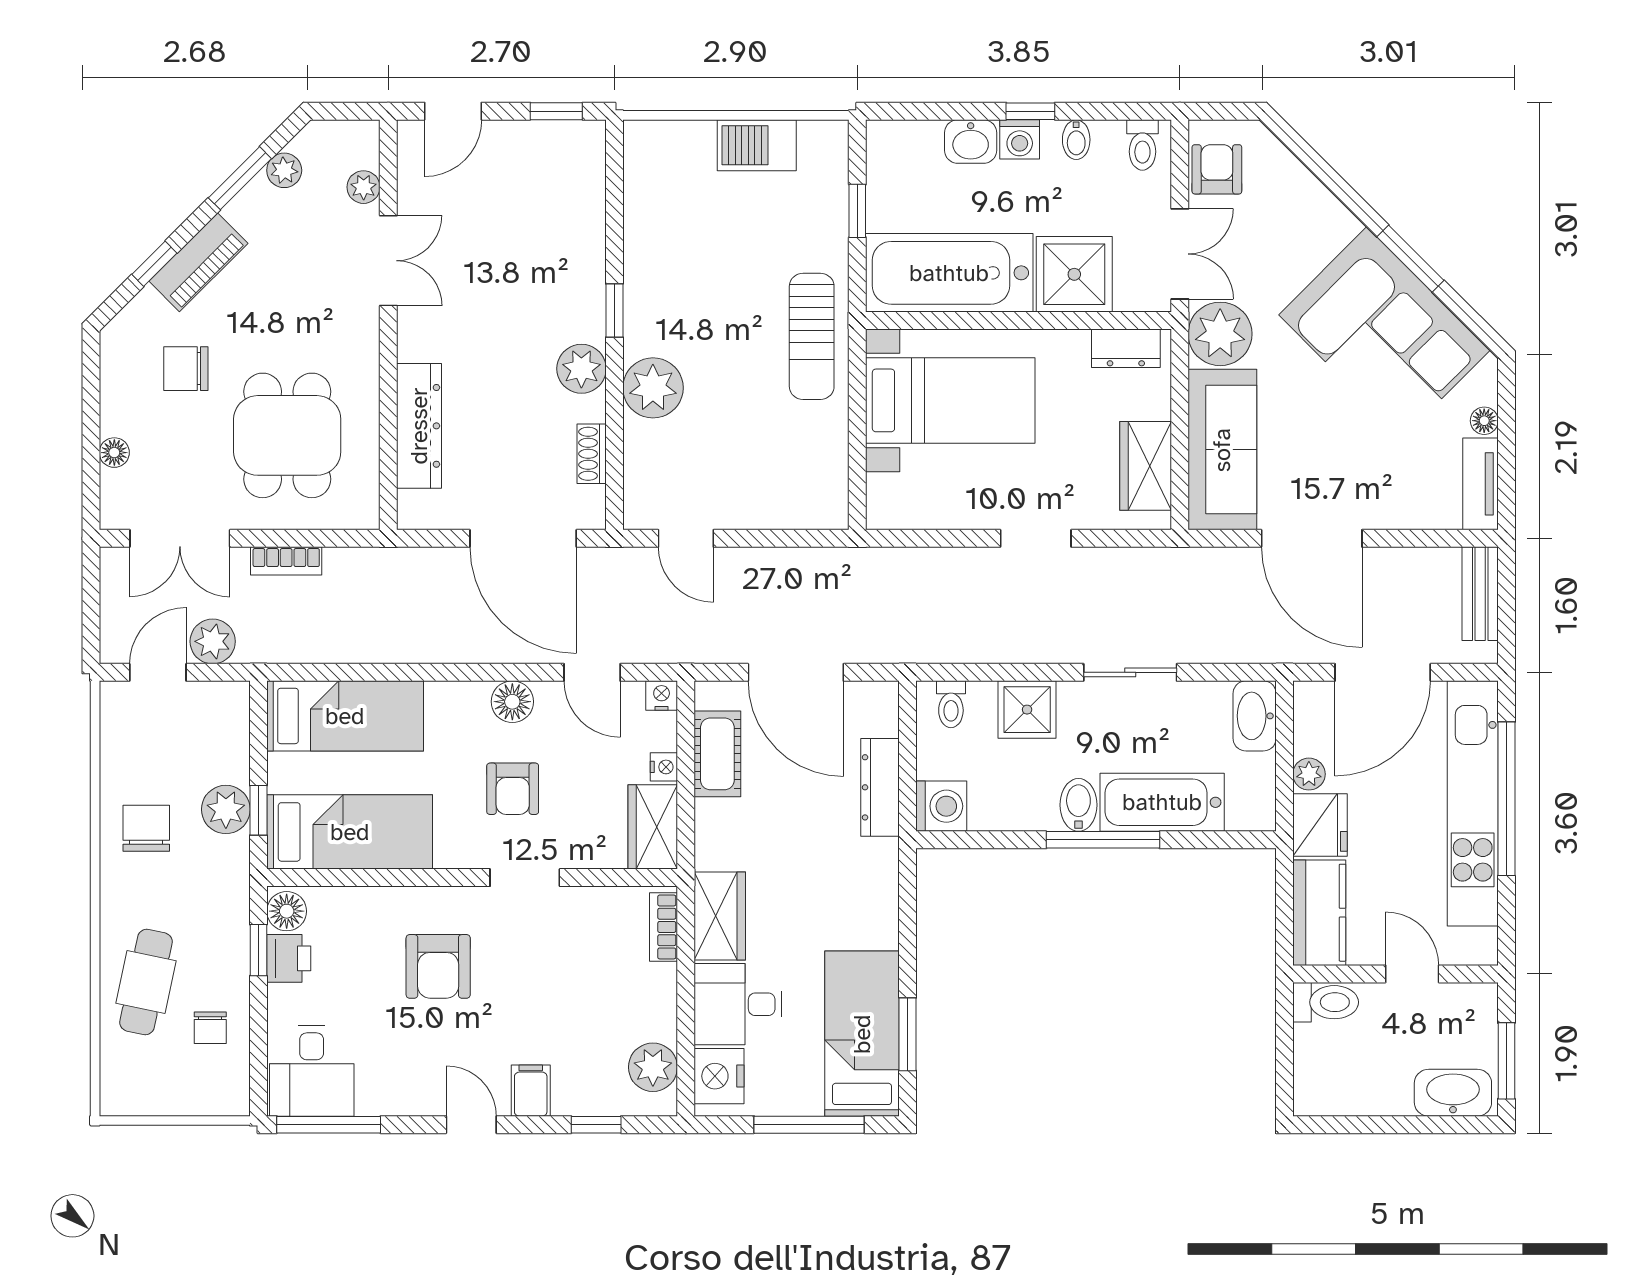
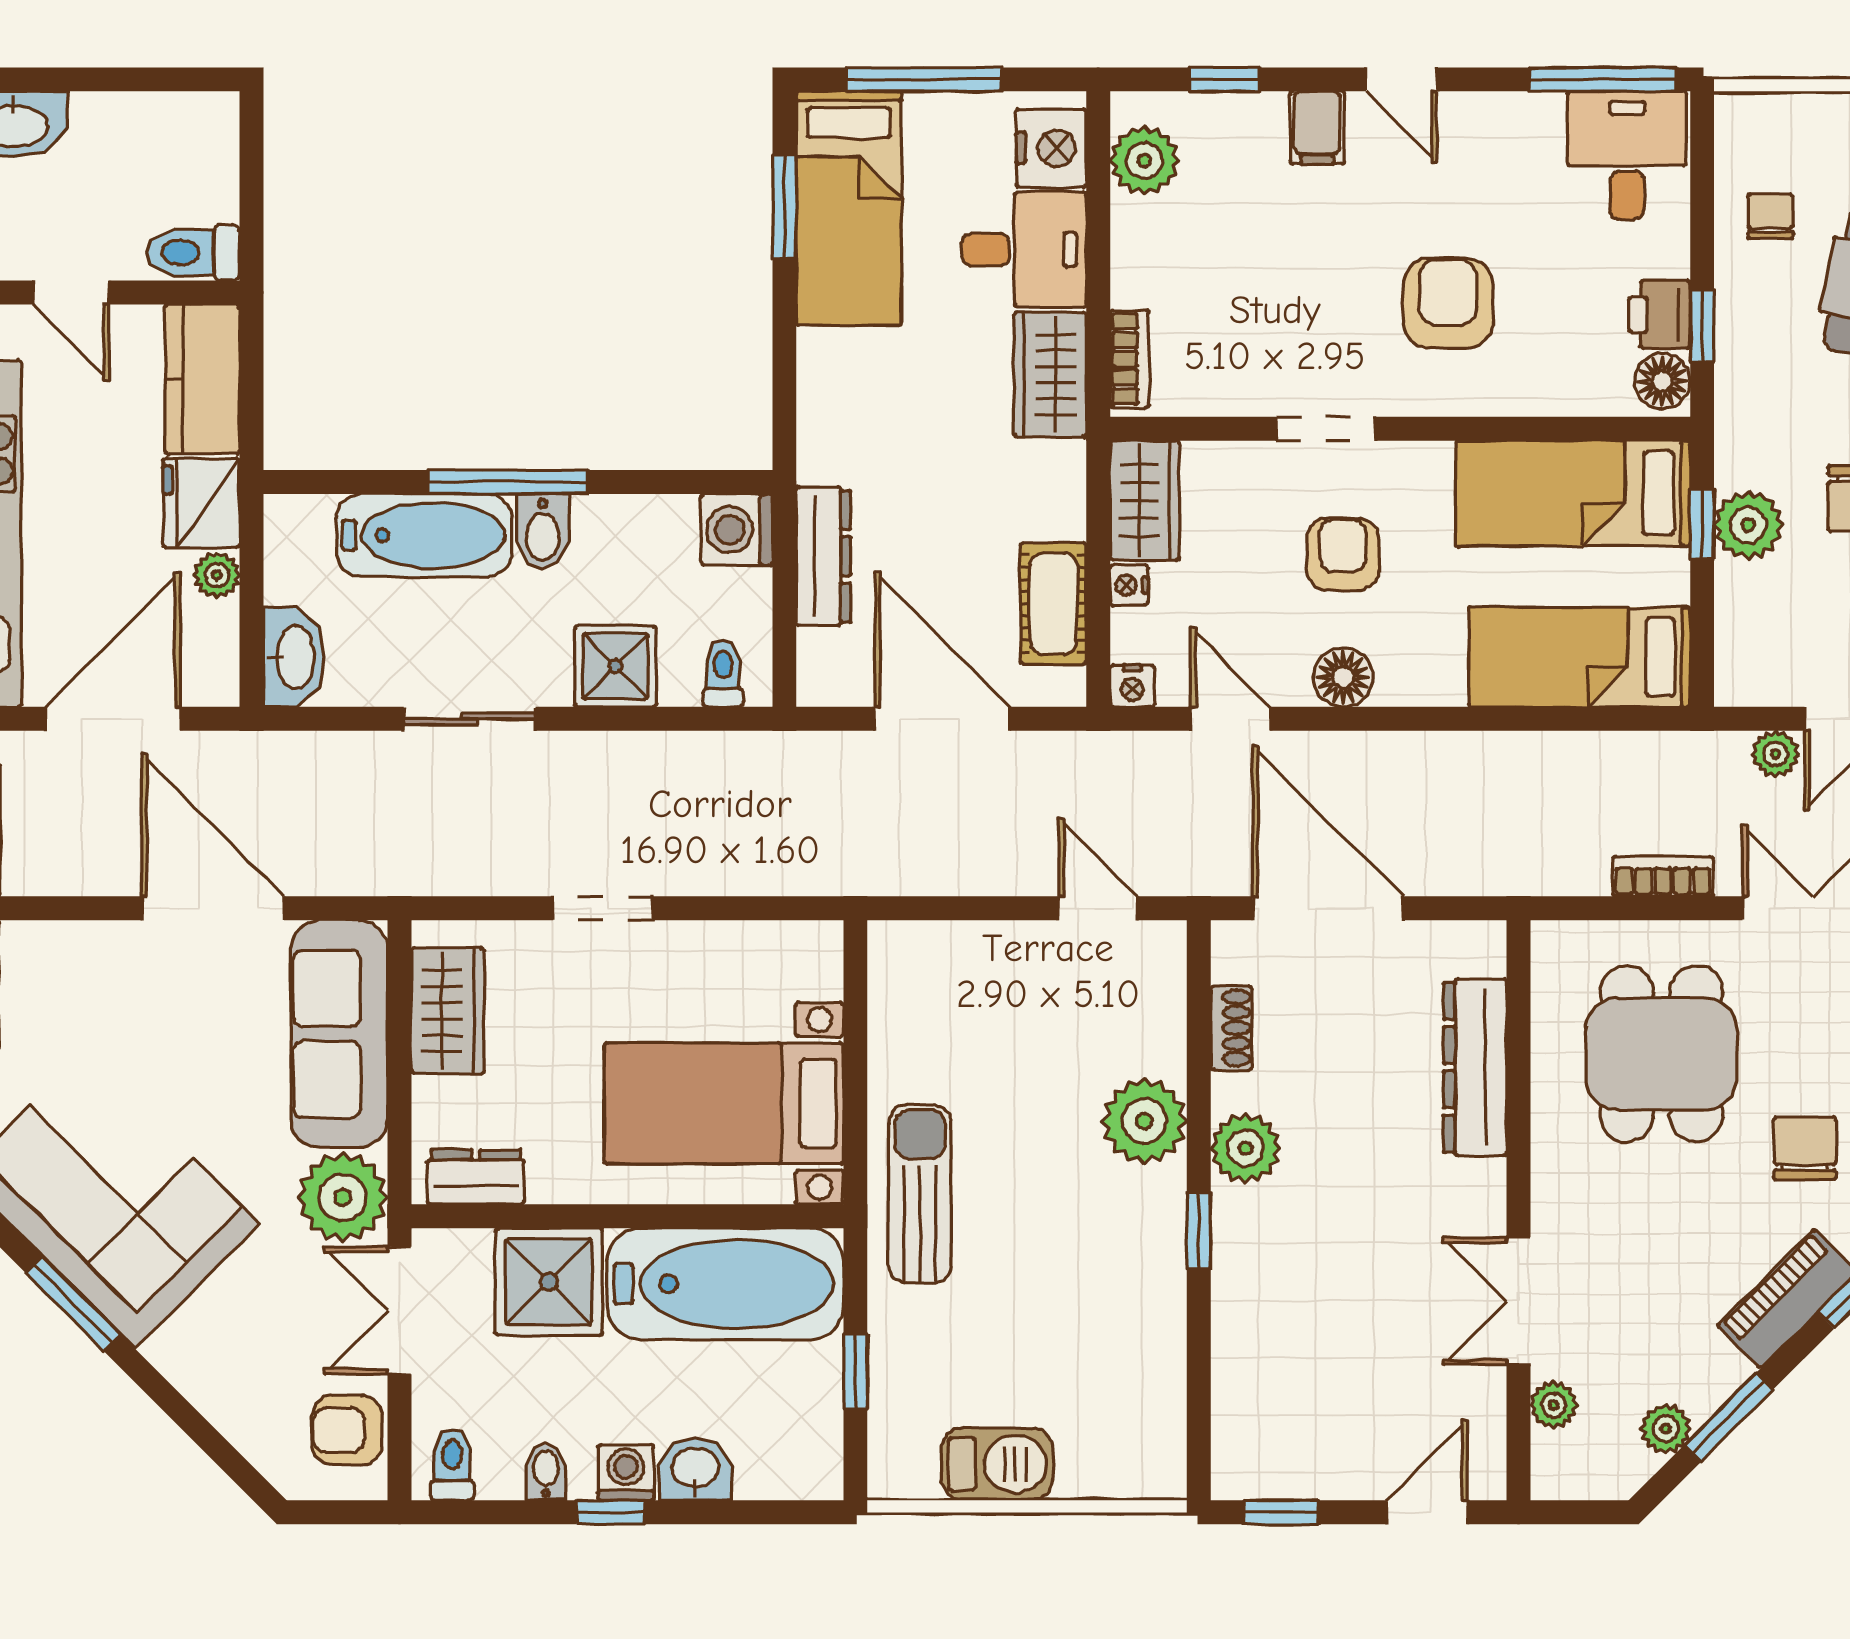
armchair: (1217, 169) -> (347, 1430), turned 90
chair: (186, 369) -> (1805, 1148), turned -90
plant: (213, 641) -> (1776, 754), width x0.73, depth x0.73

